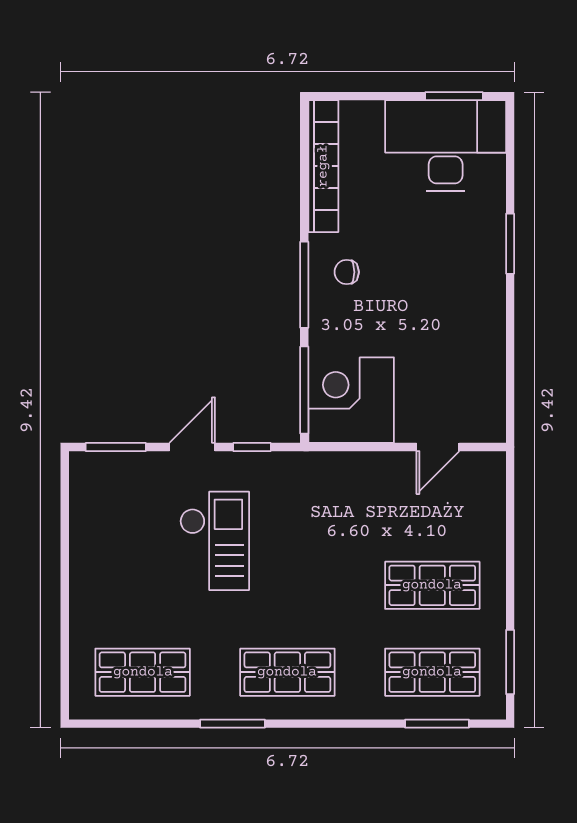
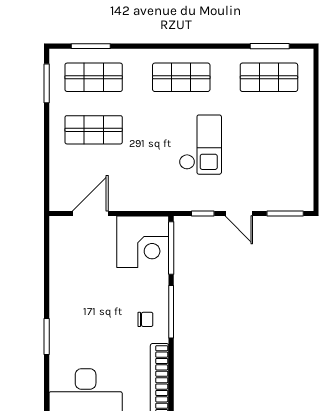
door: (192, 447) -> (239, 213), hinge flipped
door: (438, 447) -> (90, 213), width x1.38
checkout: (215, 541) -> (200, 145), moved, turned 180
window: (232, 724) -> (270, 46), moved

